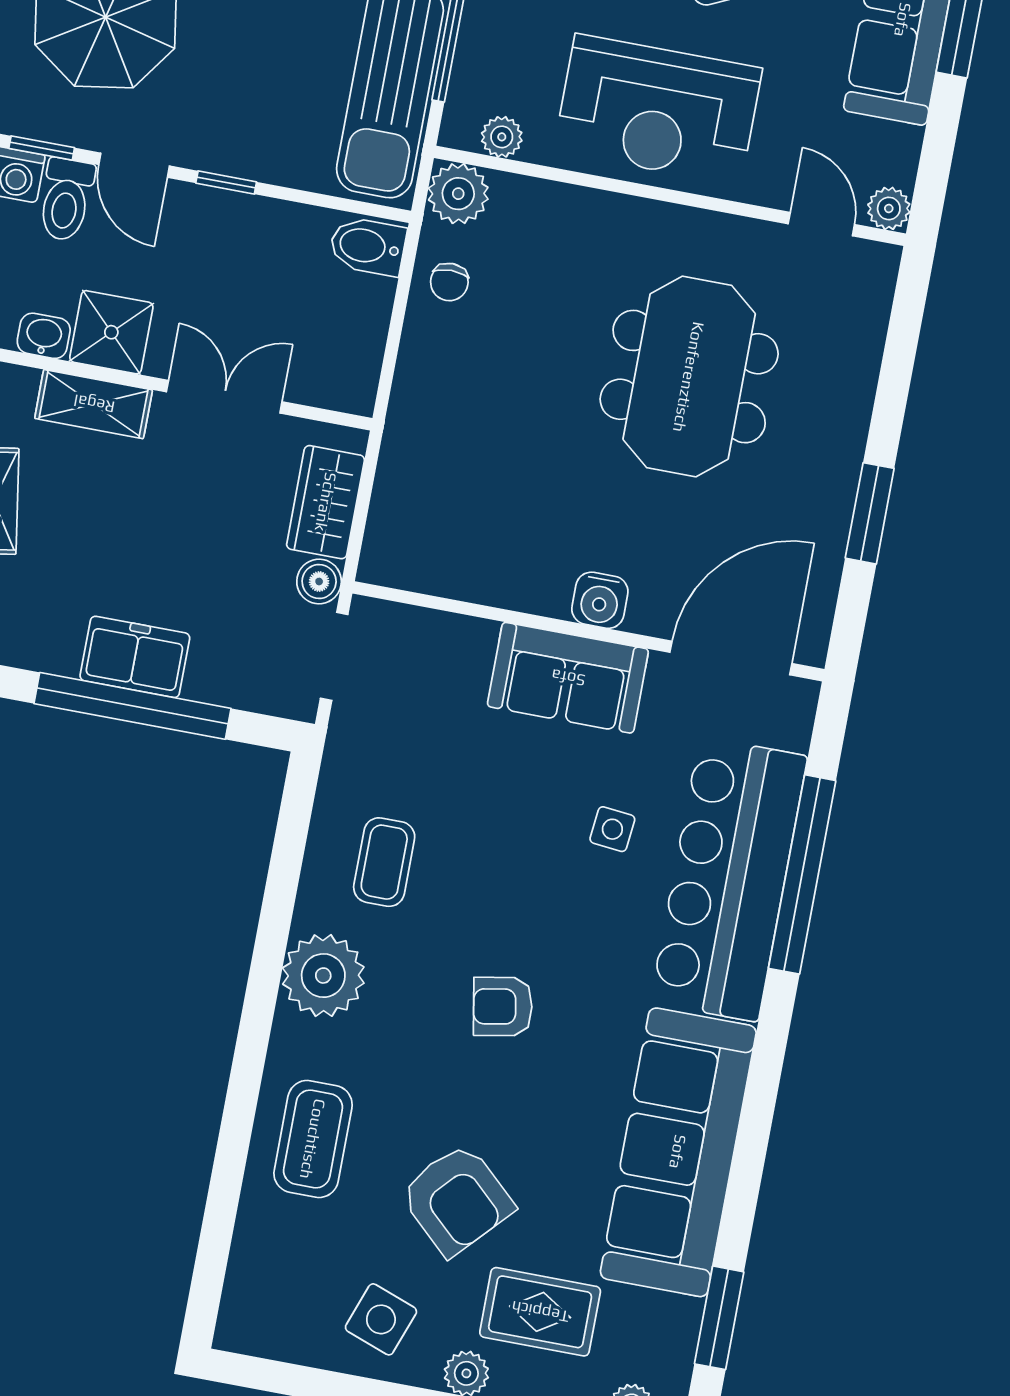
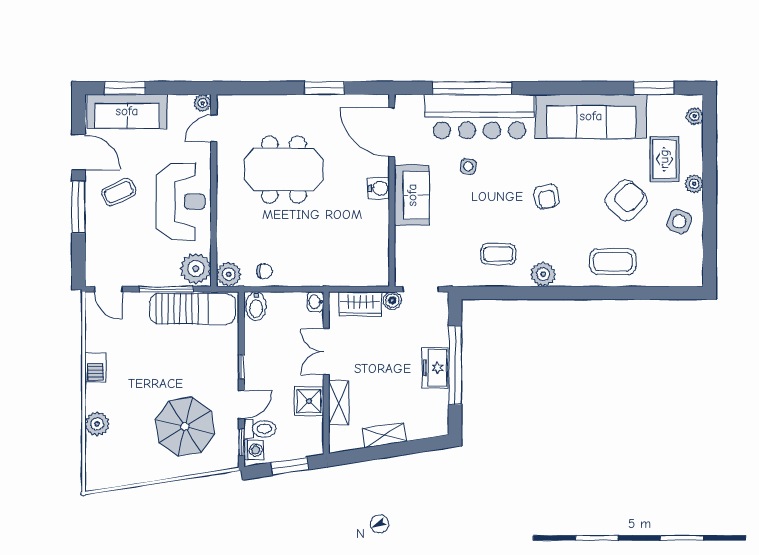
plant: (502, 137) -> (196, 269), width x1.88, depth x1.88
washbasin: (44, 336) -> (315, 302), moved
plant: (323, 976) -> (543, 274), width x0.73, depth x0.73

